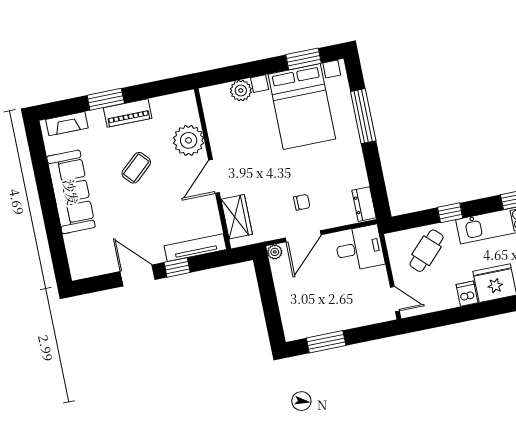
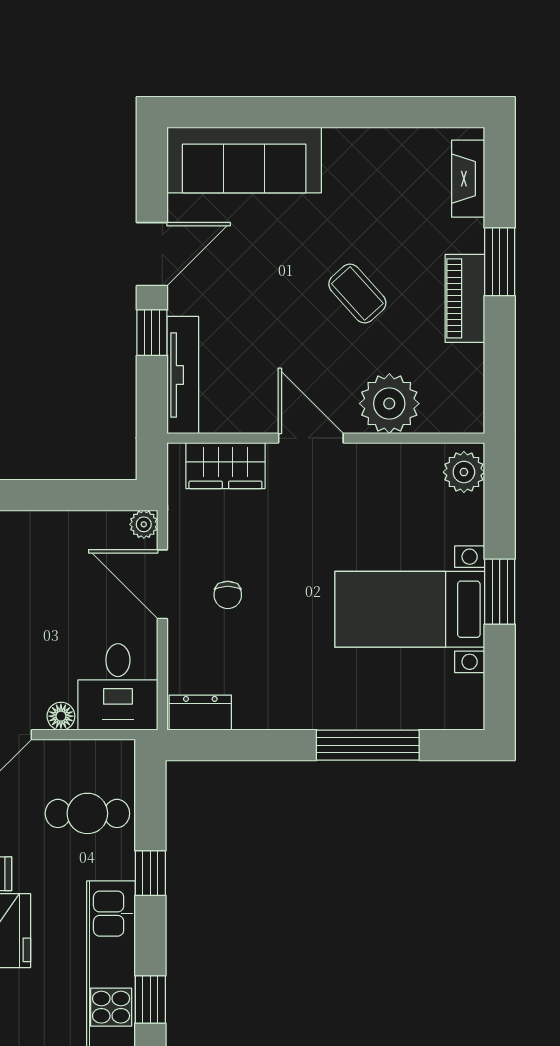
window: (304, 59) -> (500, 592), moved
plant: (241, 90) -> (464, 472), moved
bed with nightstands: (302, 107) -> (410, 609), width x0.73
sofa: (71, 192) -> (244, 160), moved
cafe table: (427, 251) -> (87, 813), turned -44
floor lamp: (380, 274) -> (61, 716), added

